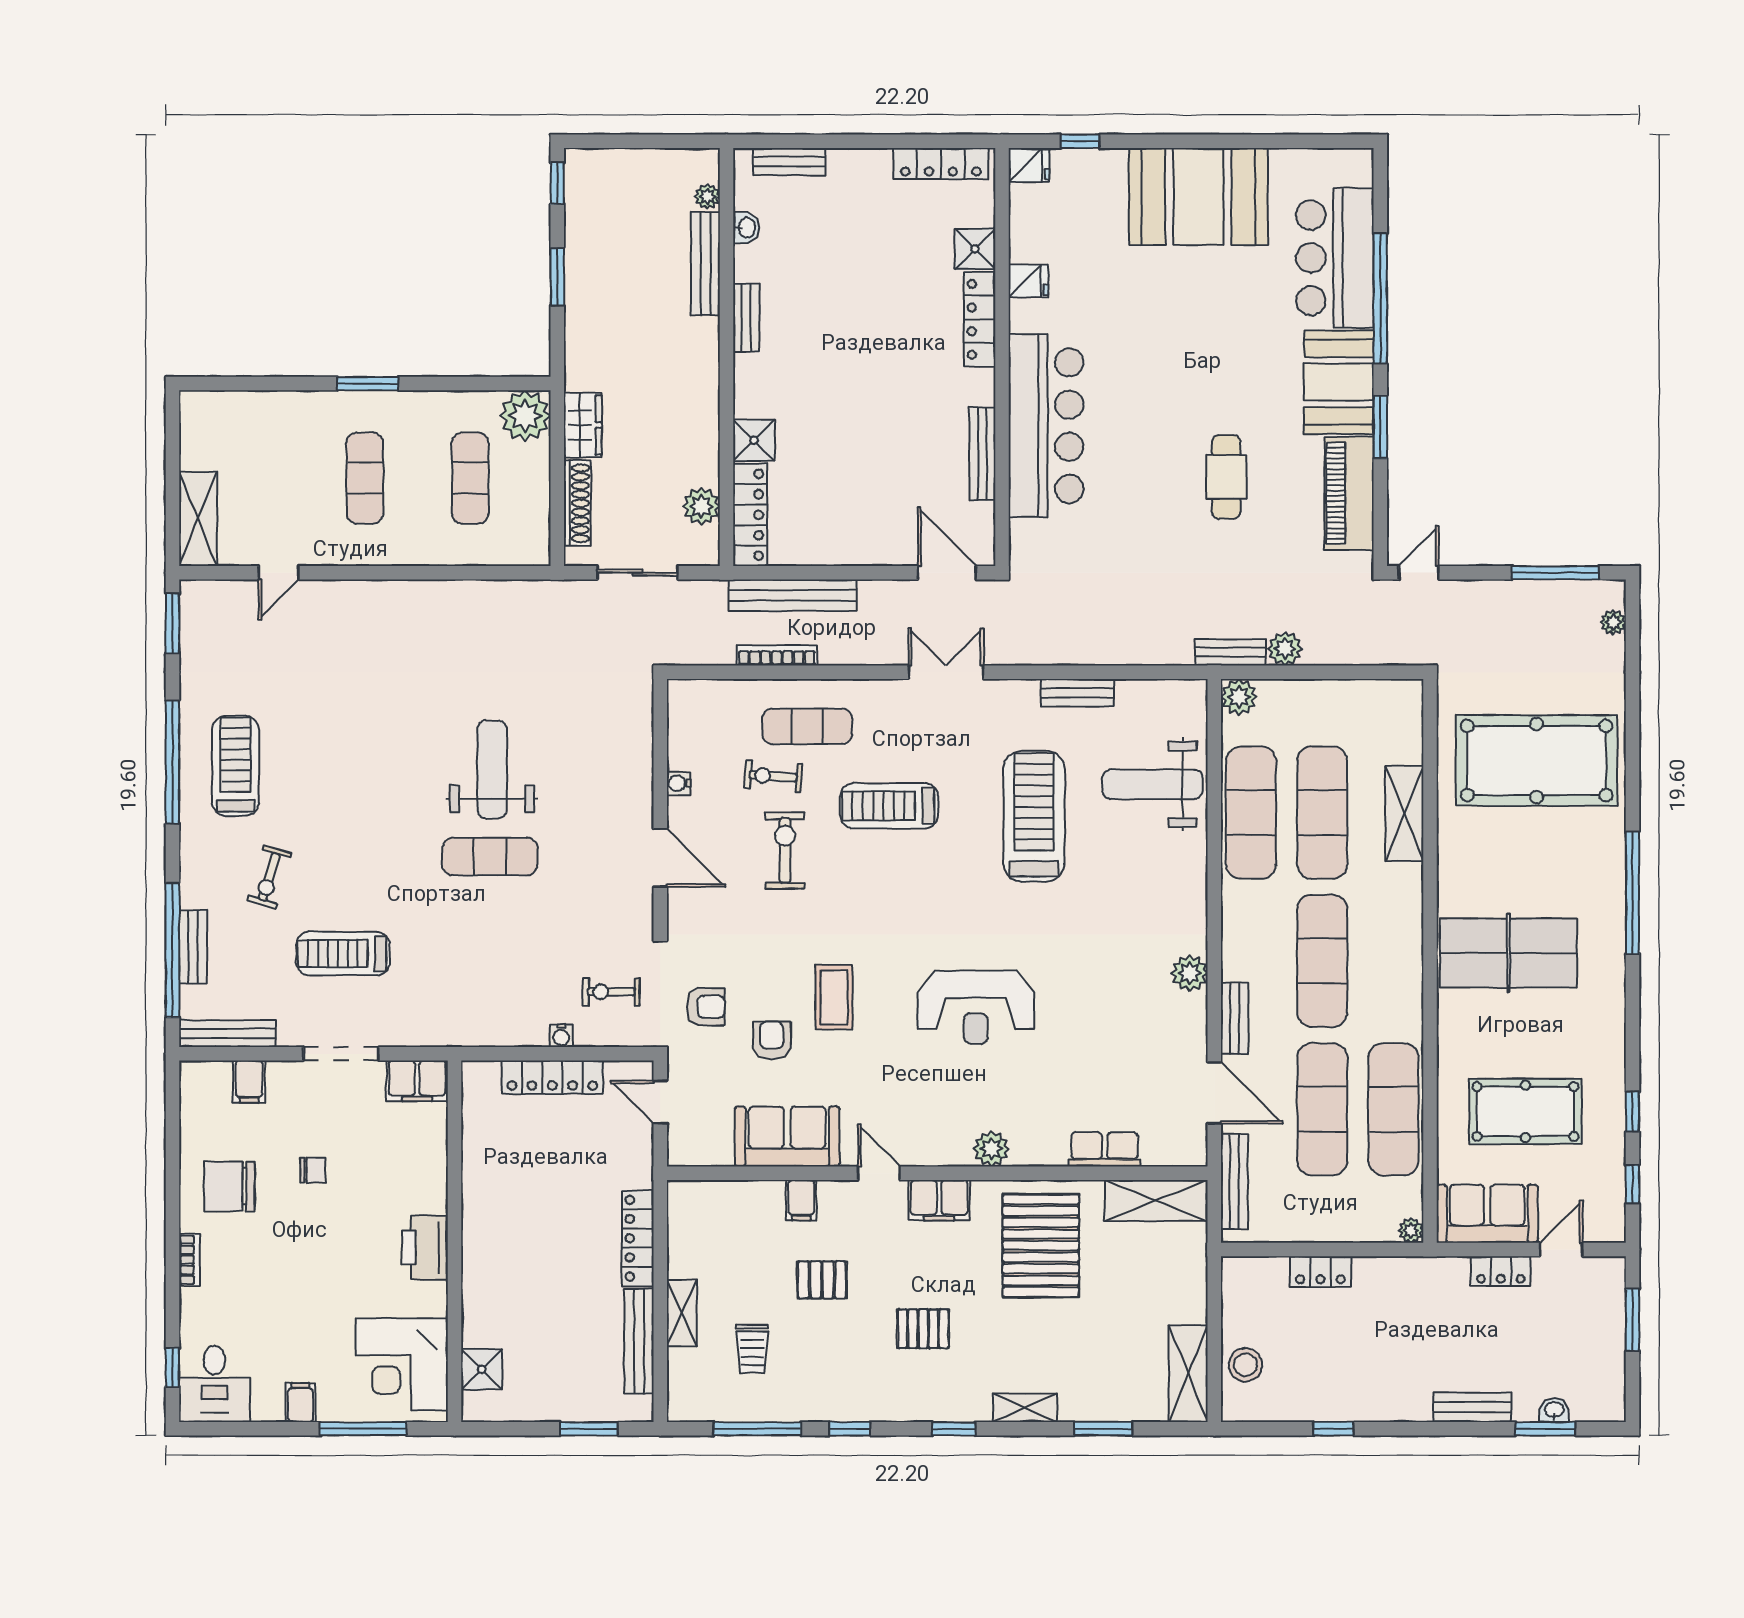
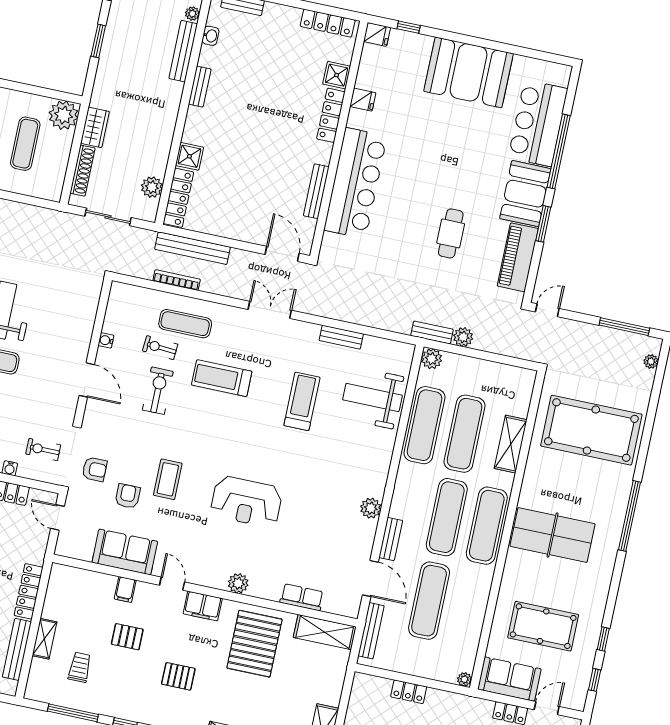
treadmill: (1034, 816) -> (302, 401), width x0.73, depth x0.73
exercise mat: (1393, 1109) -> (487, 526), moved
trolley: (752, 1349) -> (80, 667), turned 180

